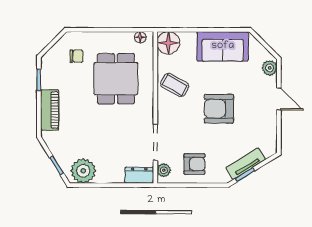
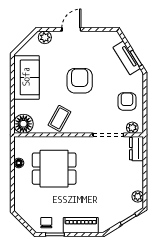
floor lamp: (140, 37) -> (19, 163), moved
chair: (77, 56) -> (46, 223), moved
armchair: (219, 109) -> (80, 81), turned 180
plant: (83, 171) -> (138, 196), width x0.53, depth x0.53

